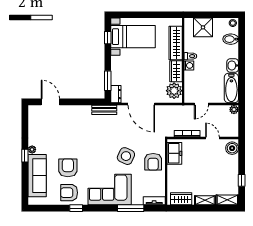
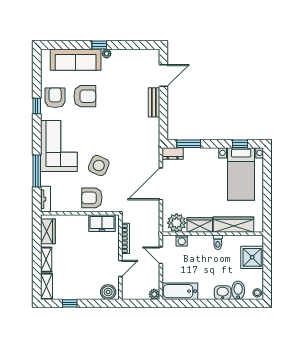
washing machine: (189, 65) -> (182, 240), moved
washbasin: (233, 65) -> (223, 293), moved
bench: (104, 110) -> (154, 102), moved

